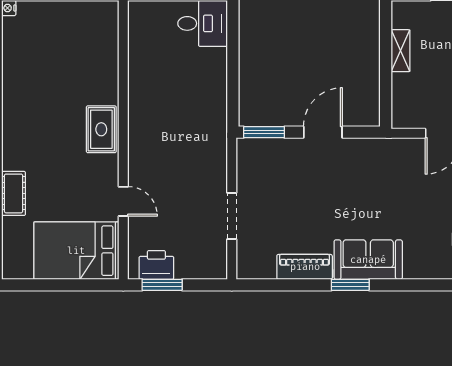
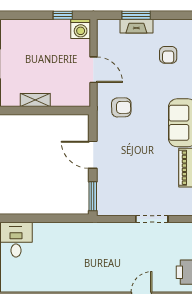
armchair: (390, 173) -> (121, 107), added

